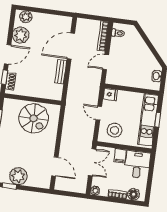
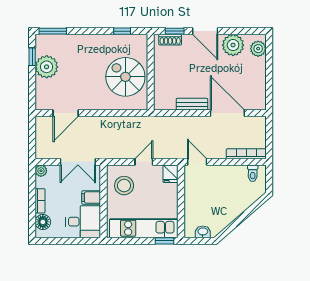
door: (106, 62) -> (197, 162), moved
spiral stairs: (34, 118) -> (125, 77), turned 90
window: (158, 120) -> (165, 241), moved

